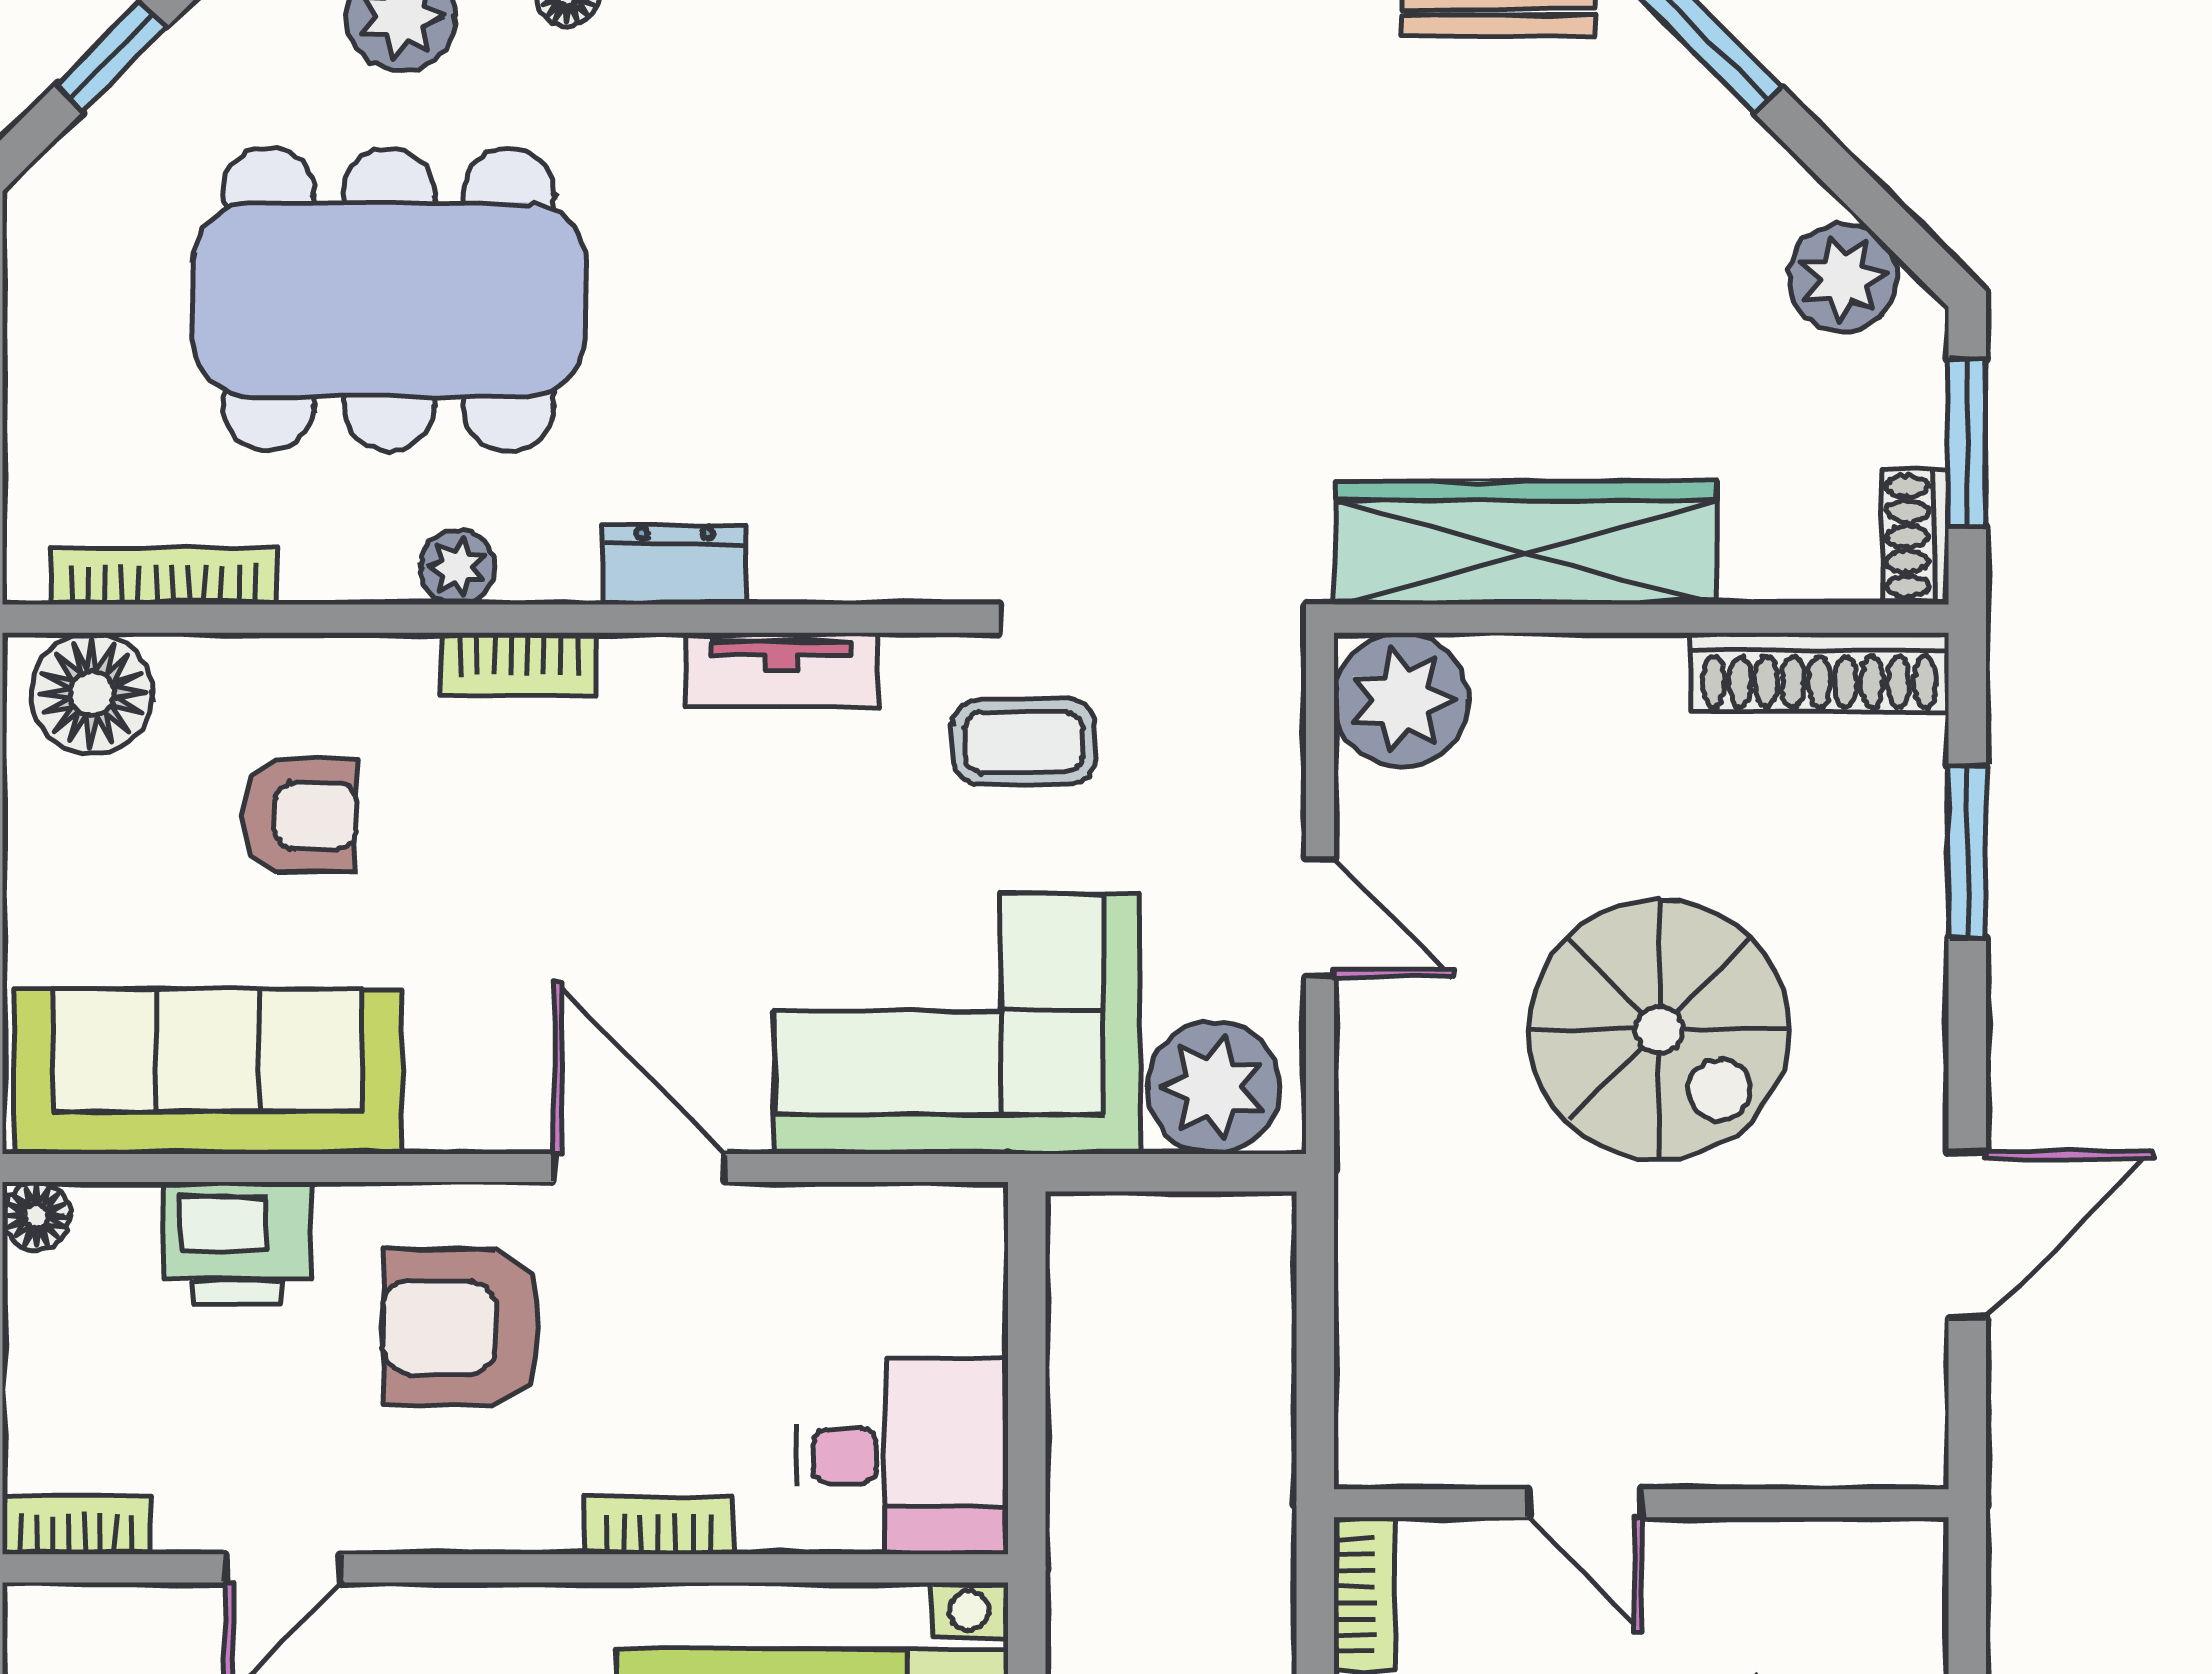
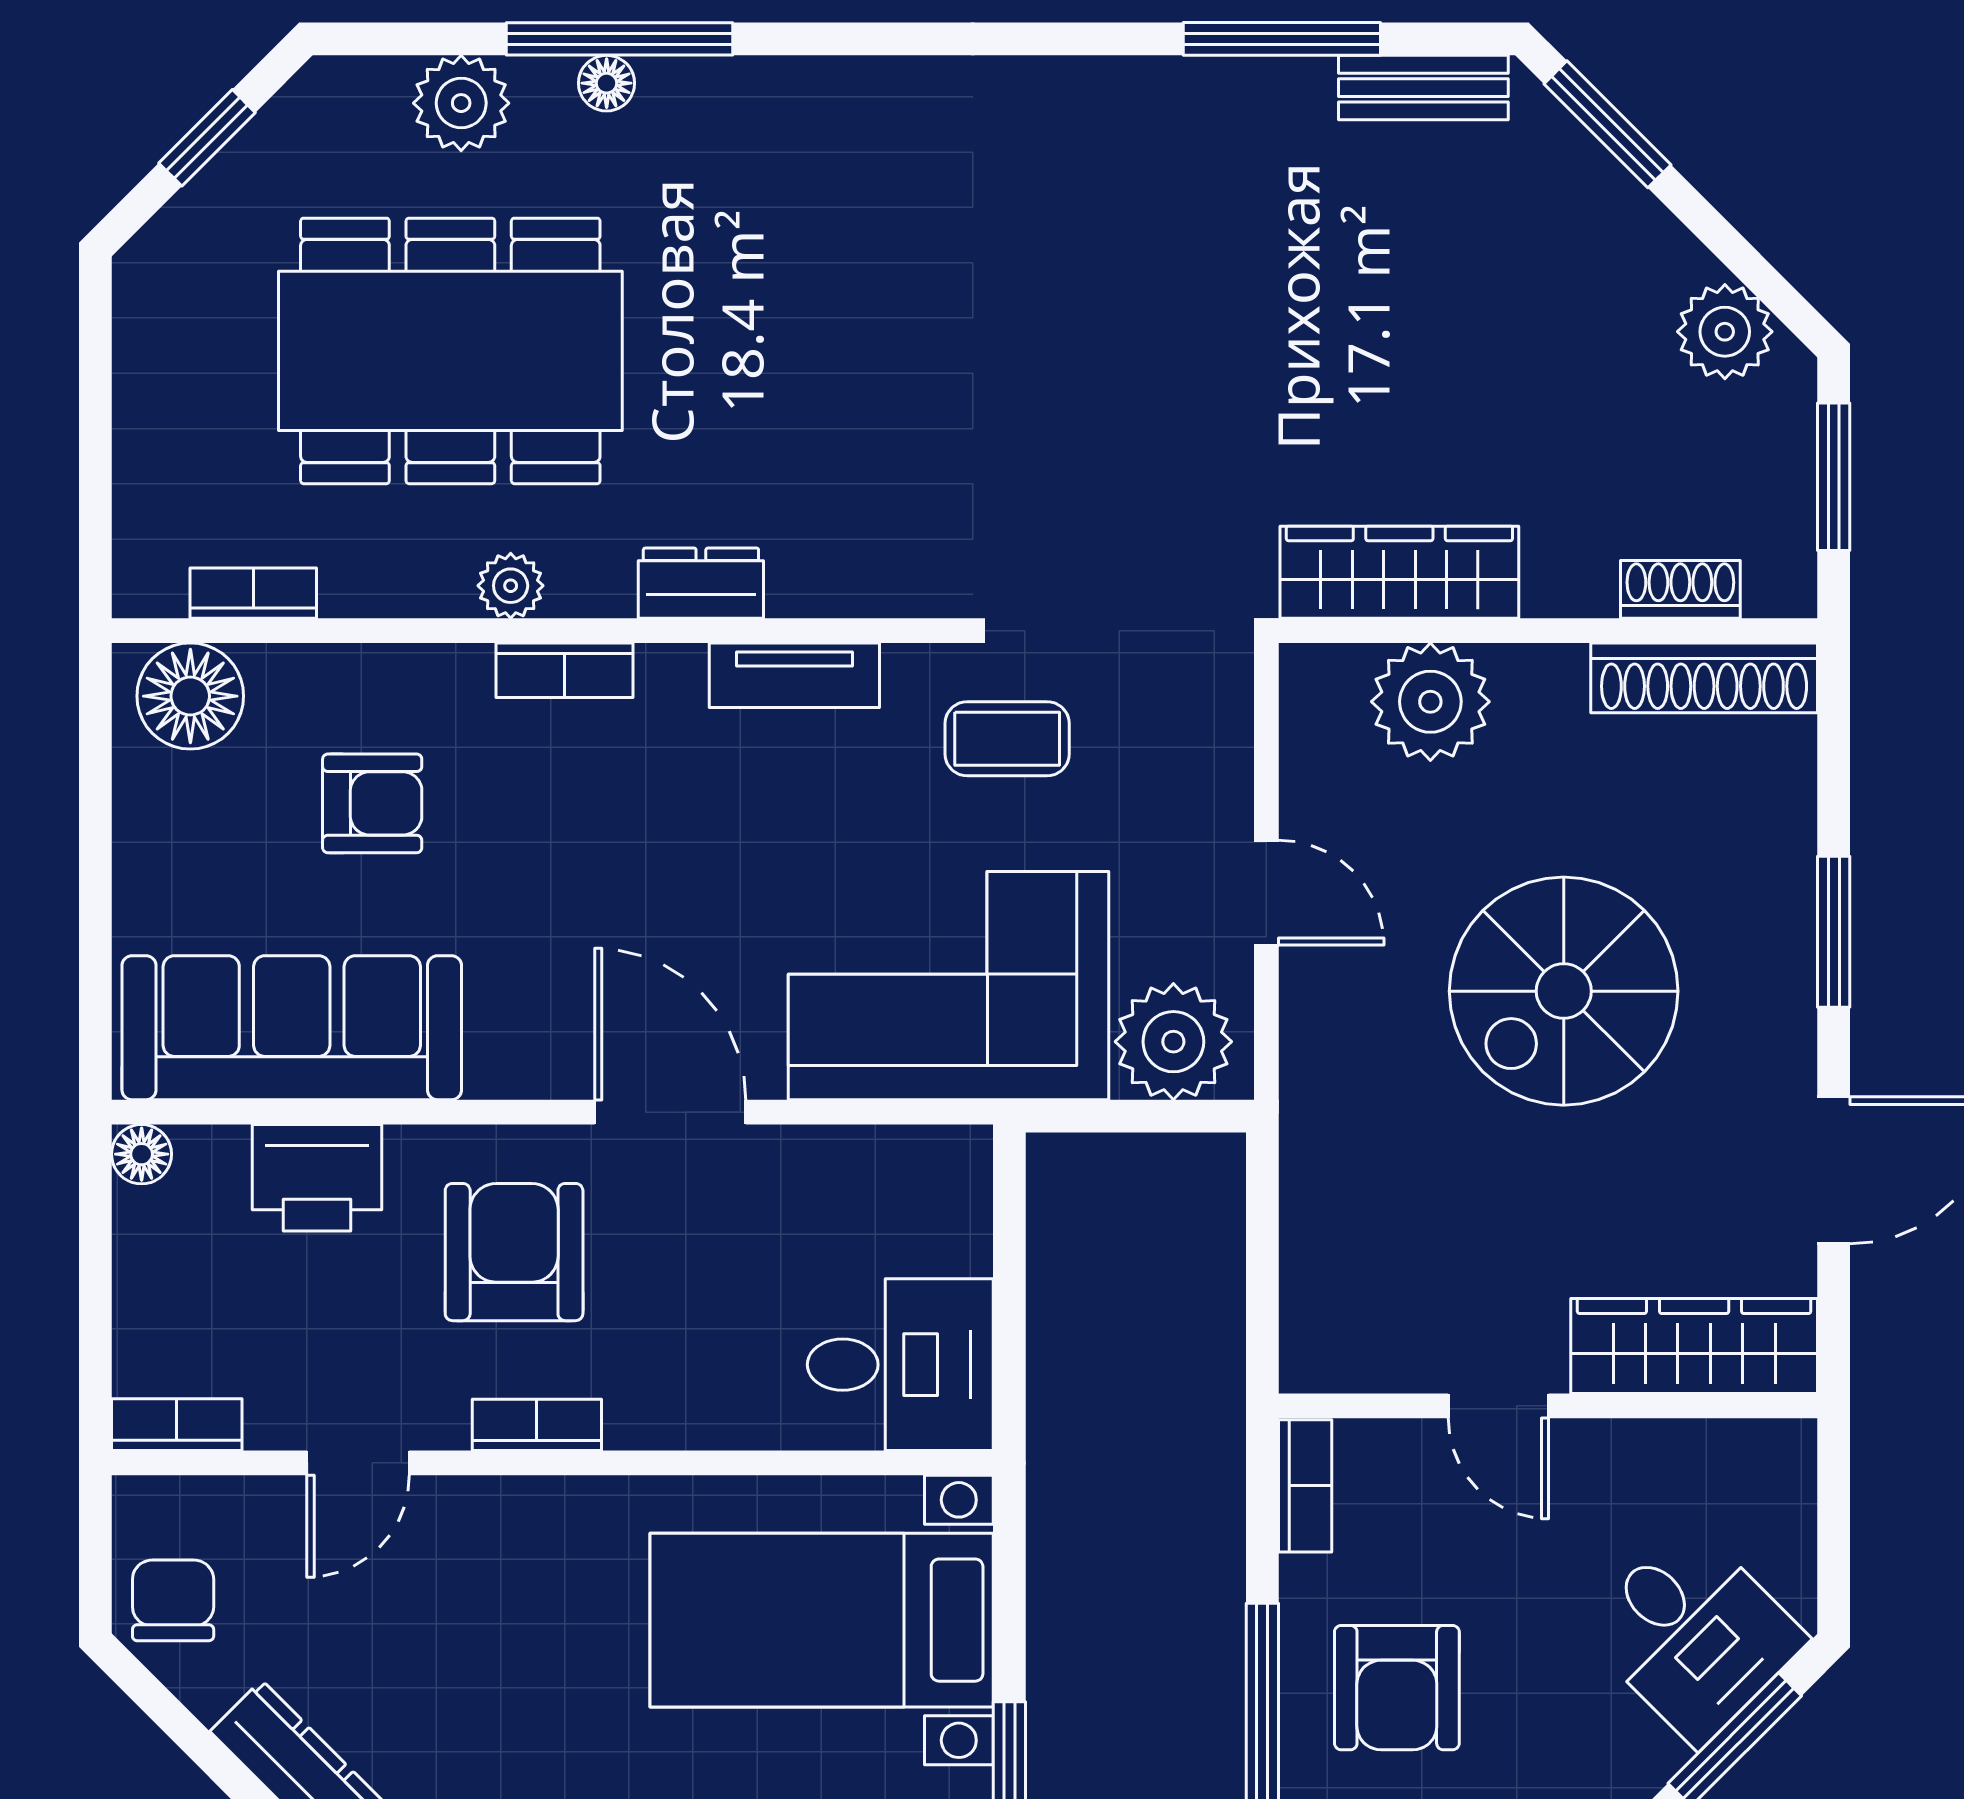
shoe rack: (1915, 536) -> (1680, 589), moved, turned 90
wardrobe: (1526, 543) -> (1399, 572), width x0.71, depth x0.85
bookcase: (164, 576) -> (253, 593), width x0.64
plant: (1401, 700) -> (1430, 702), moved
window: (1967, 852) -> (1834, 932), moved
spiral stairs: (1659, 1030) -> (1564, 991), turned 90
armchair: (461, 1328) -> (514, 1252), turned 89
wardrobe: (1808, 1435) -> (1694, 1346), added
bookcase: (659, 1525) -> (537, 1425), moved

